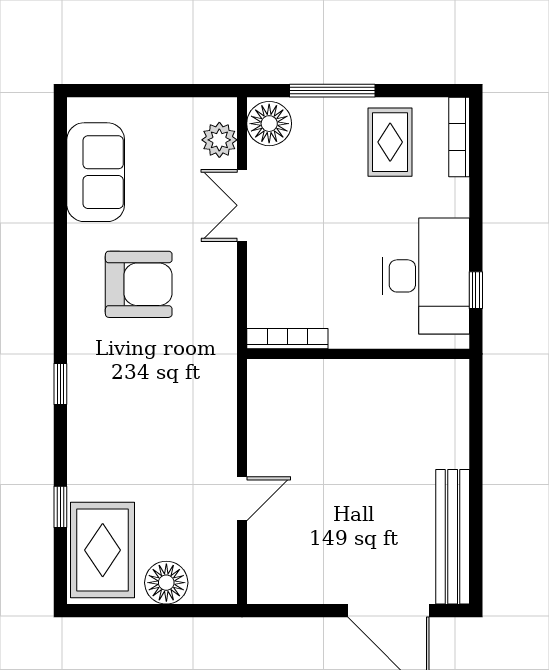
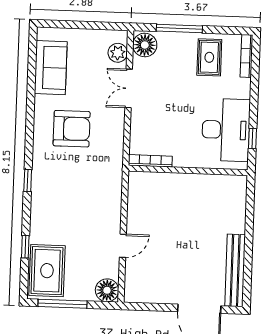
floor lamp: (166, 583) -> (107, 290), moved
window: (134, 611) -> (62, 304), added

